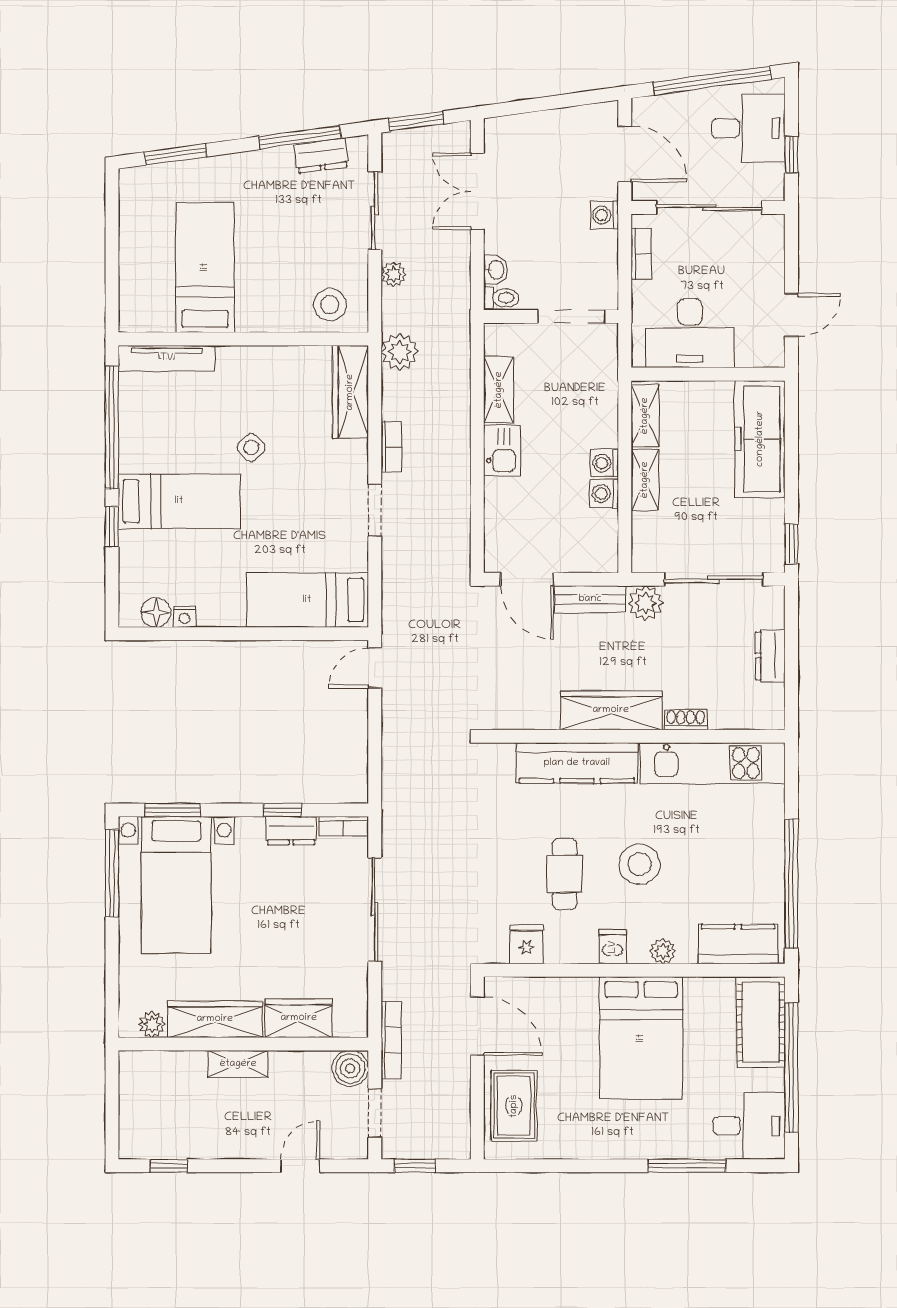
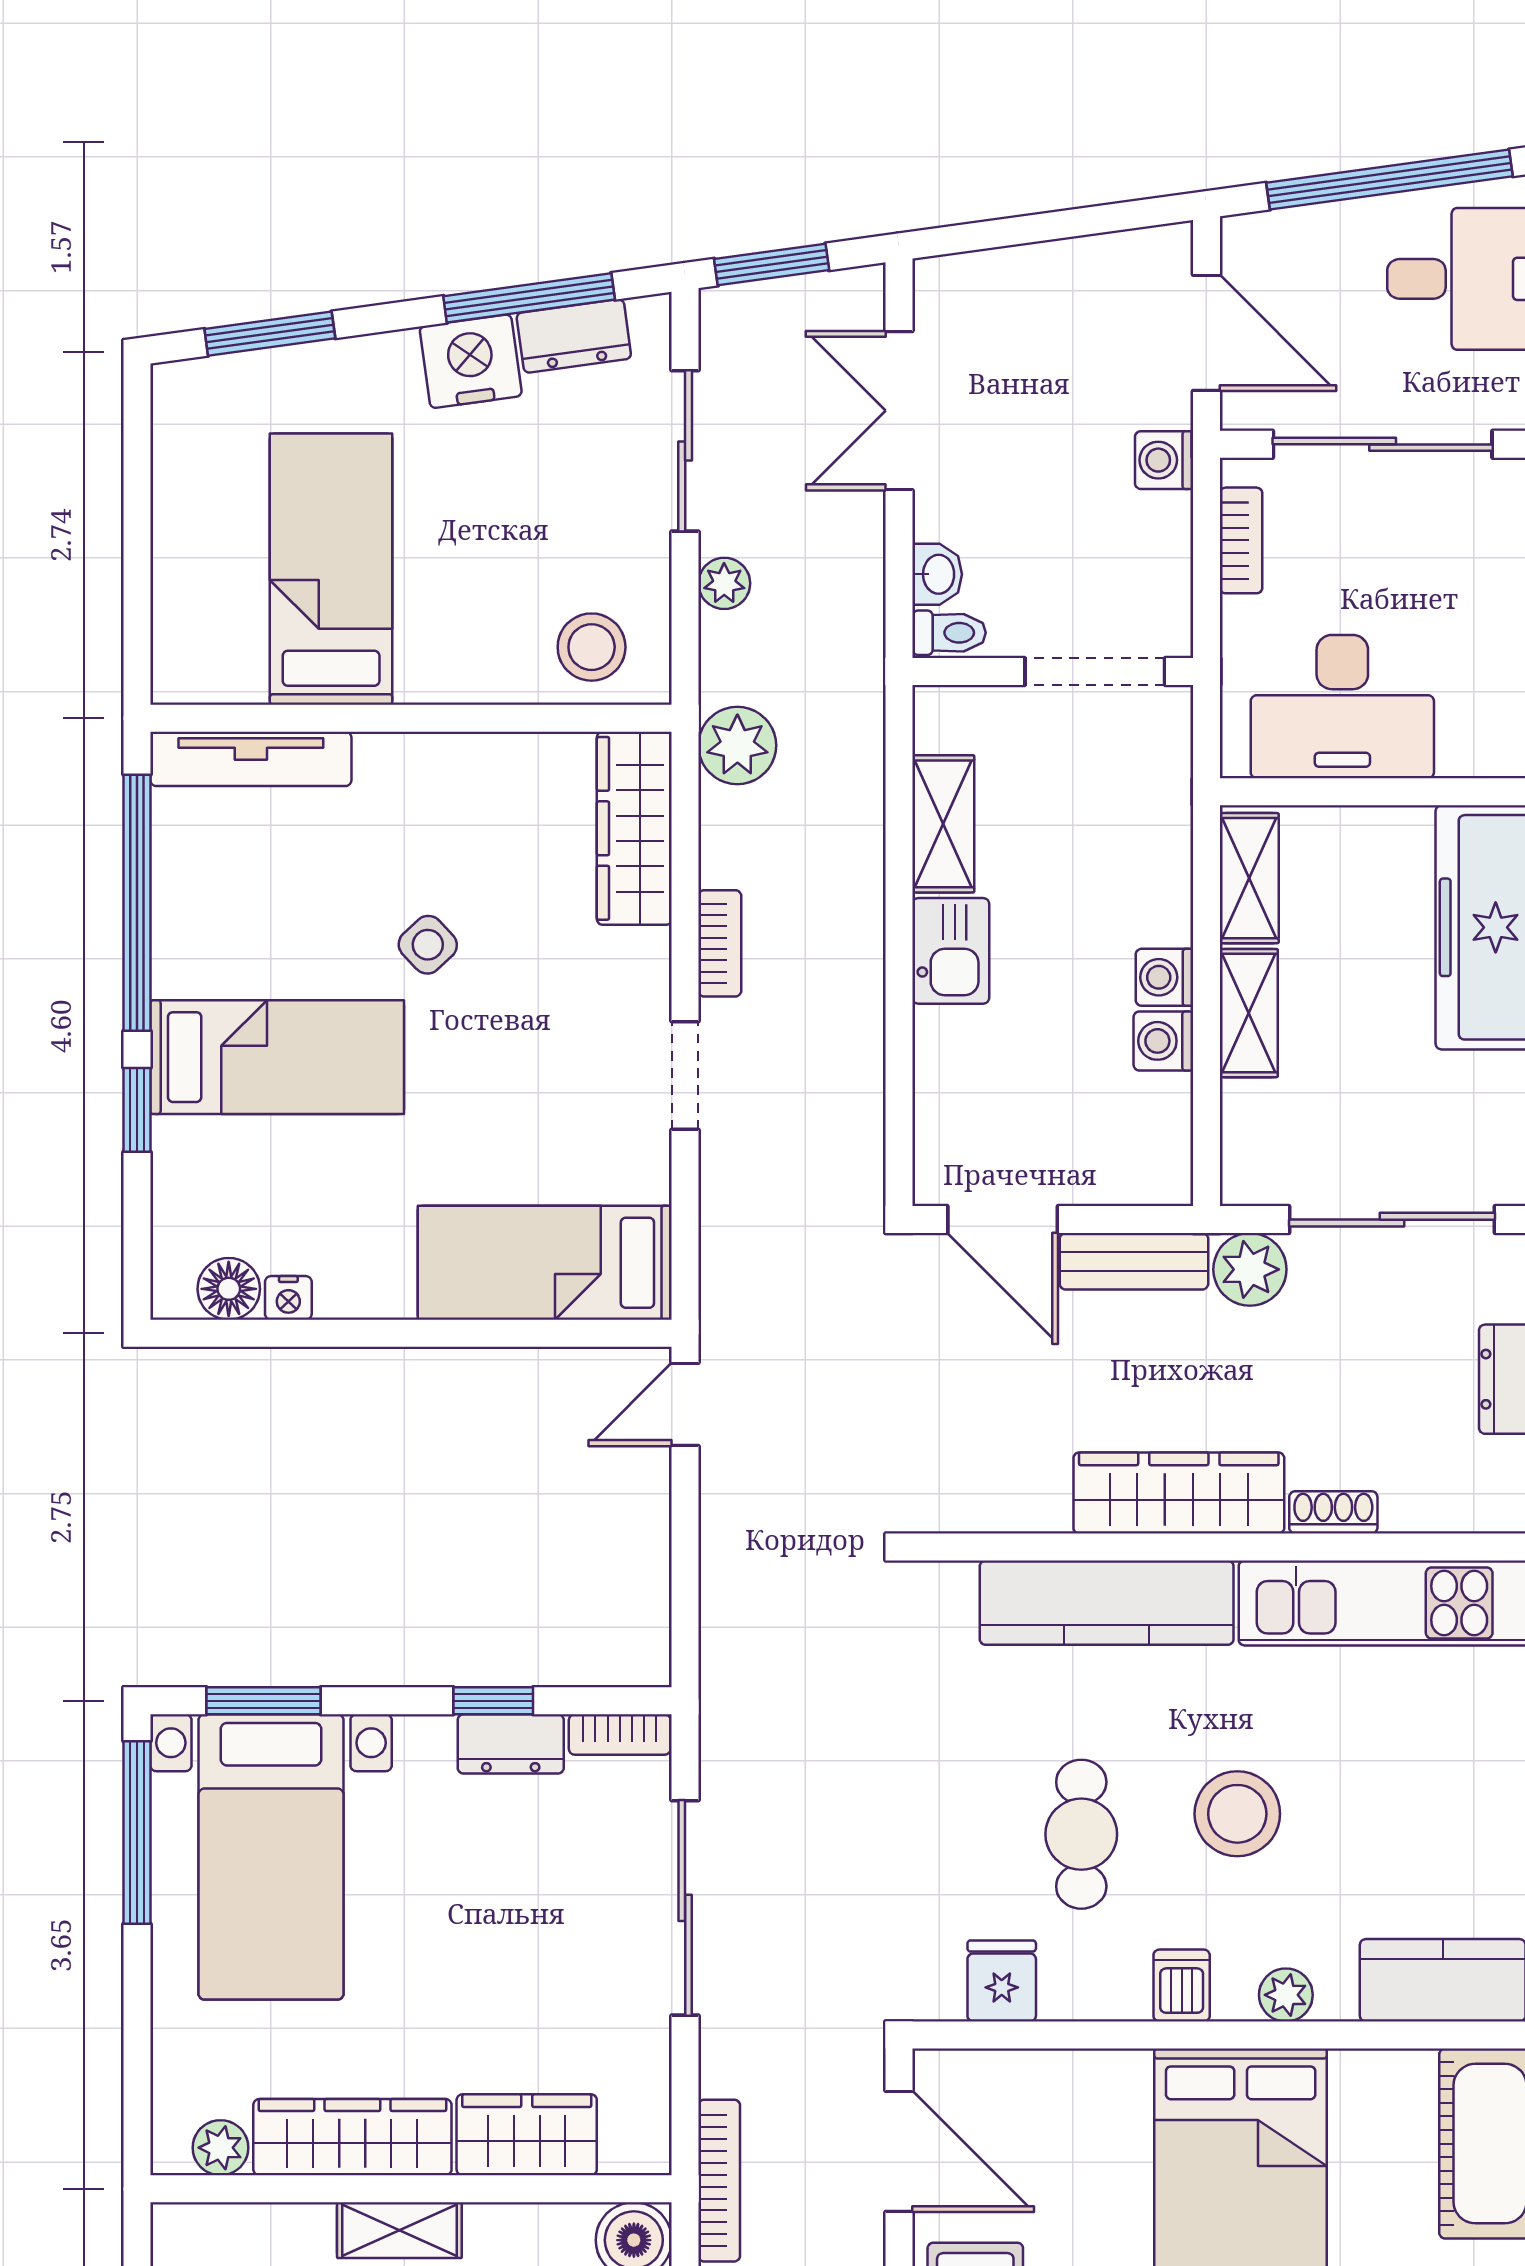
nightstand: (272, 168) -> (471, 361), added

